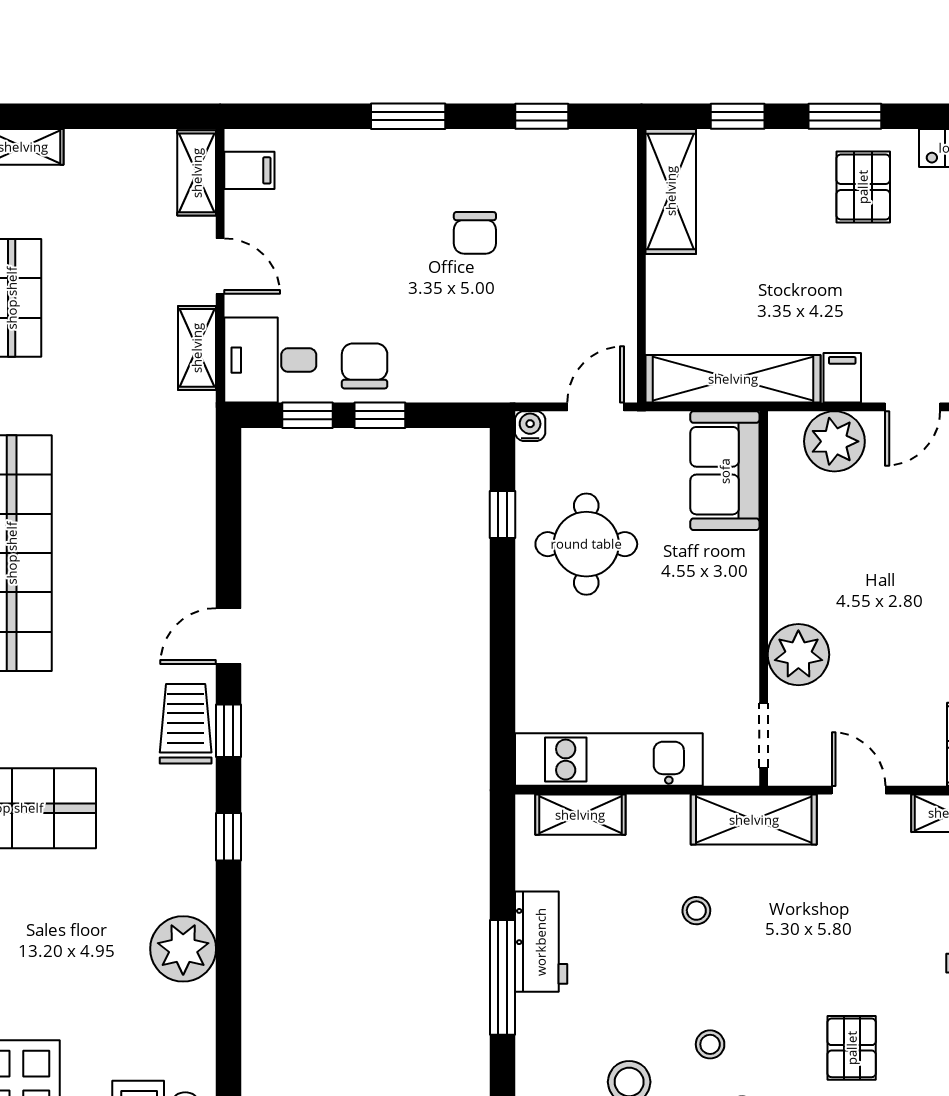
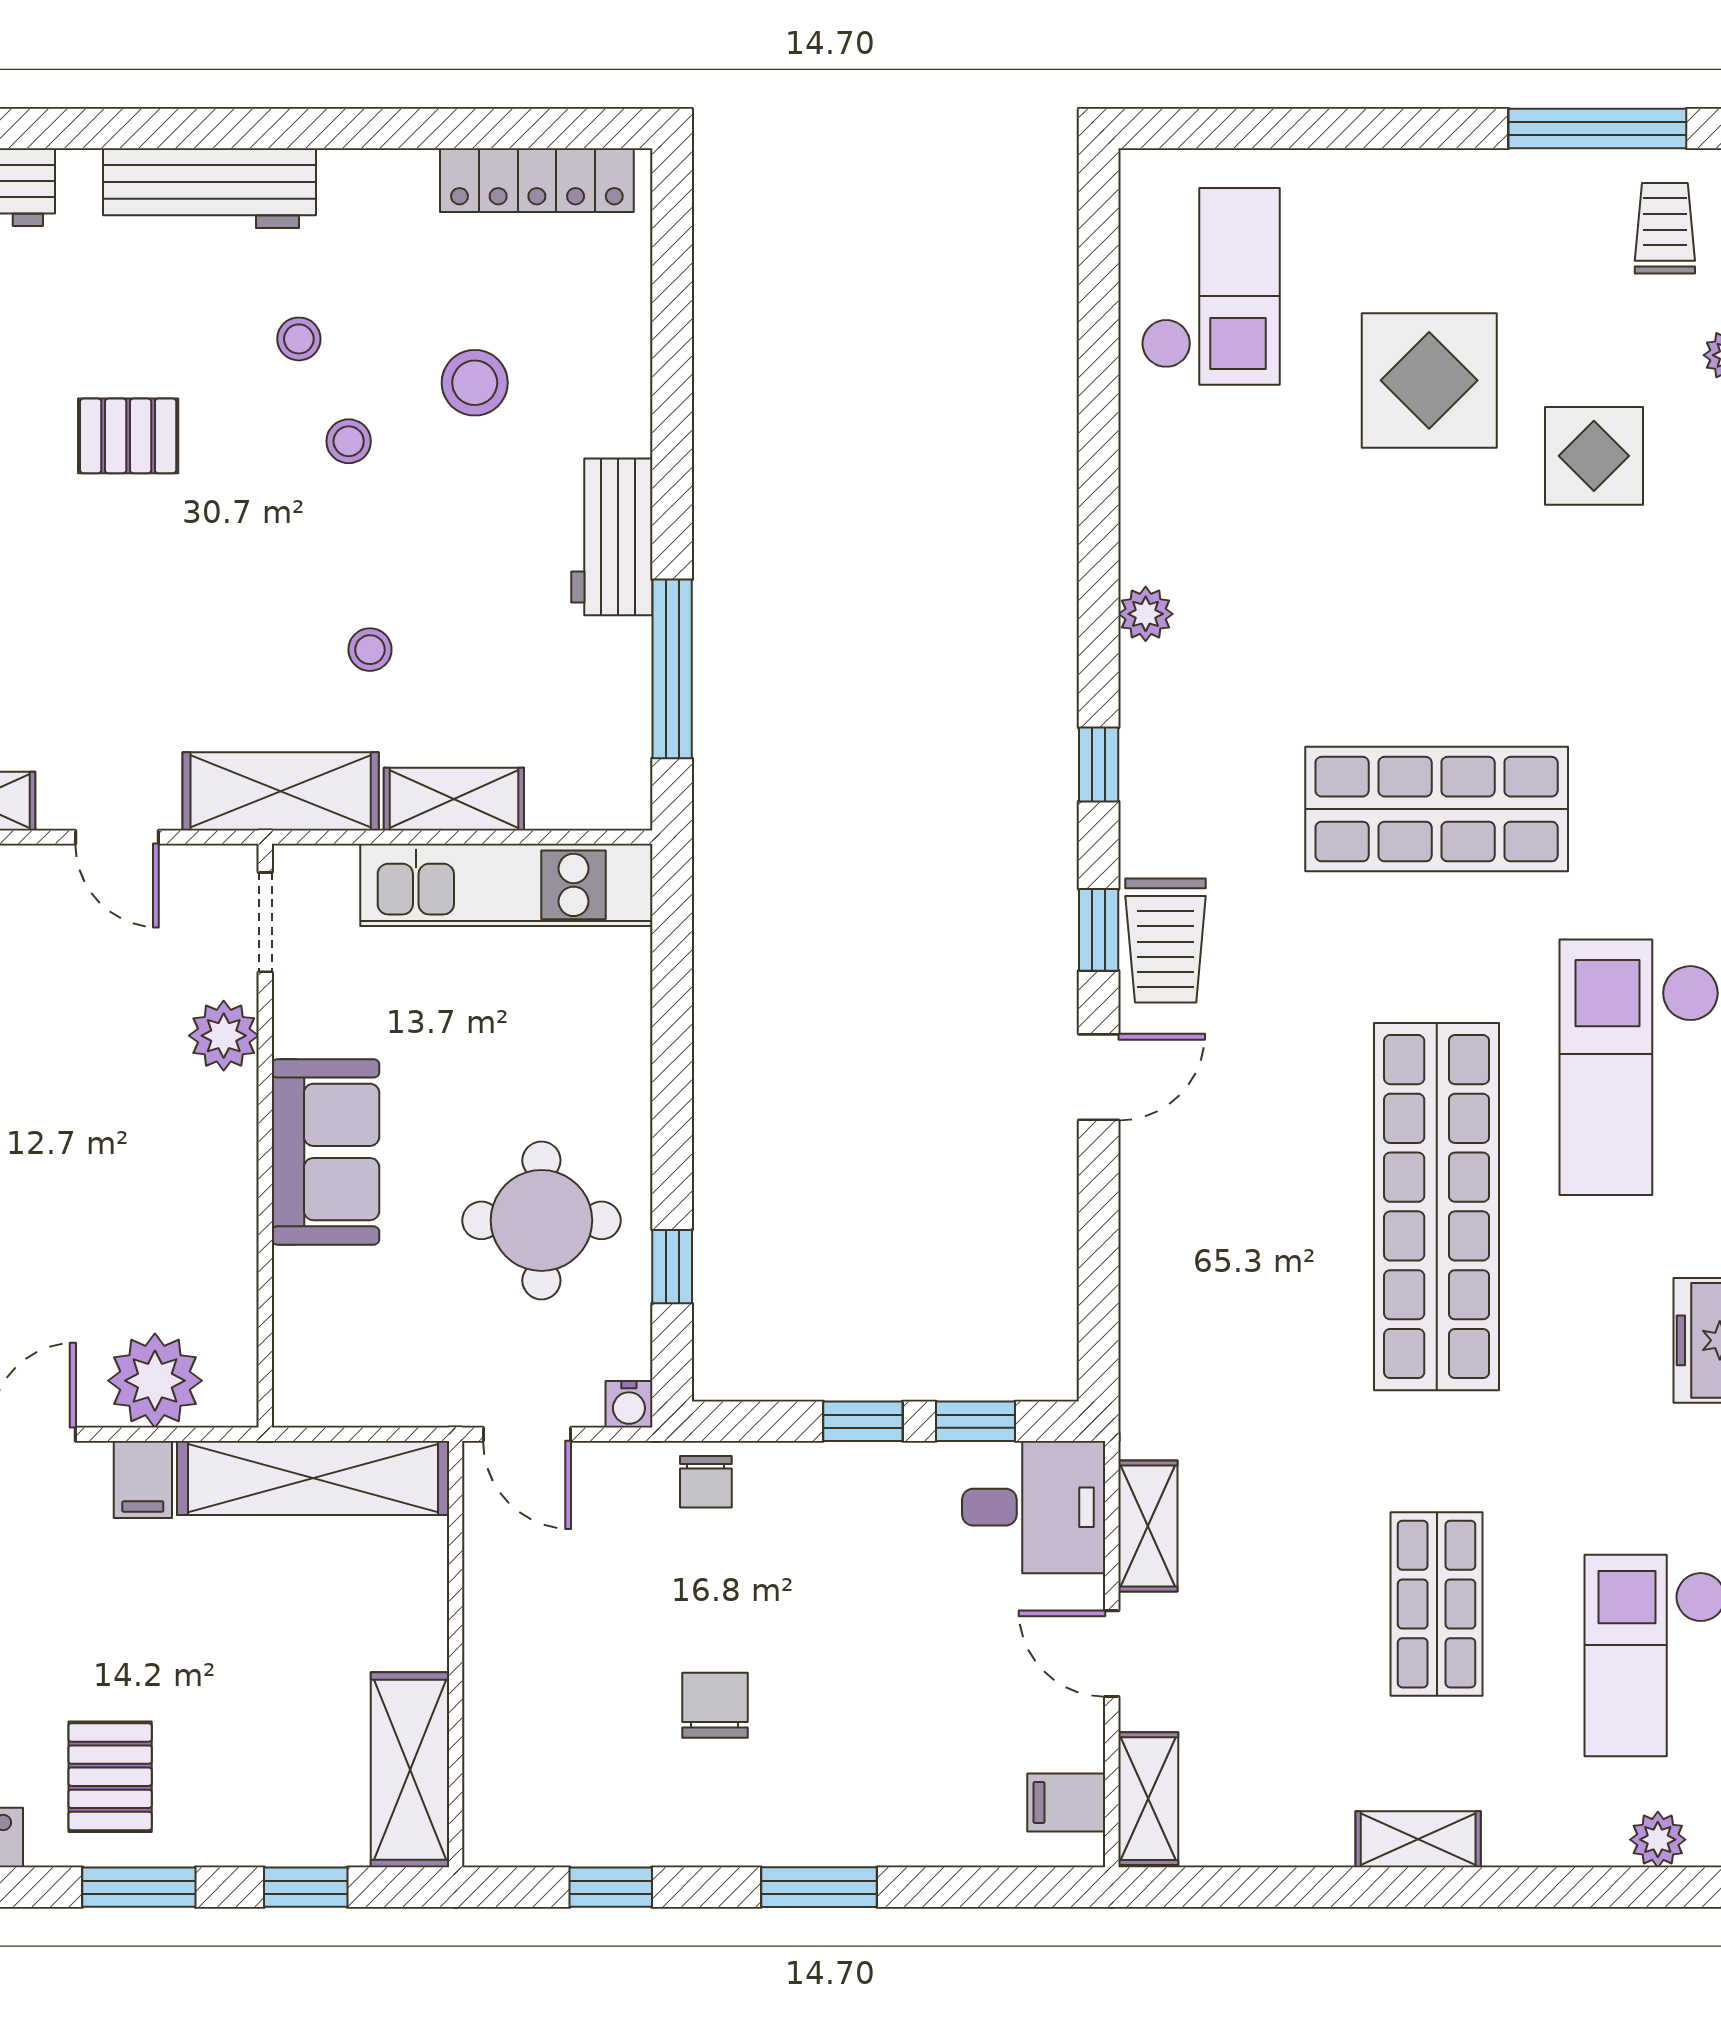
chair: (365, 366) -> (706, 1482), moved, width x0.73, depth x0.73
door: (596, 407) -> (527, 1434), hinge flipped
sofa: (725, 471) -> (326, 1152), moved
plant: (798, 655) -> (224, 1036), width x0.73, depth x0.73
shelving: (580, 815) -> (454, 799), moved
workbench: (541, 942) -> (612, 537), moved
plant: (183, 949) -> (1146, 614), width x0.53, depth x0.53
window: (502, 977) -> (672, 669), moved
pallet: (852, 1048) -> (128, 436), turned 90

